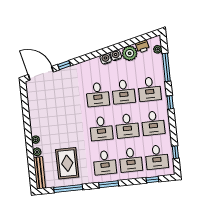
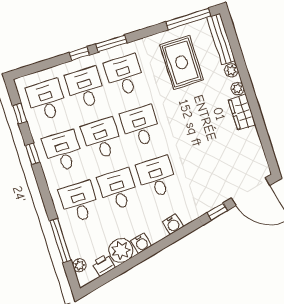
water cooler: (106, 59) -> (173, 224), moved
window: (170, 102) -> (33, 154), moved
wardrobe: (36, 124) -> (242, 112), added
window: (152, 180) -> (79, 54), moved
window: (68, 188) -> (188, 19), moved

